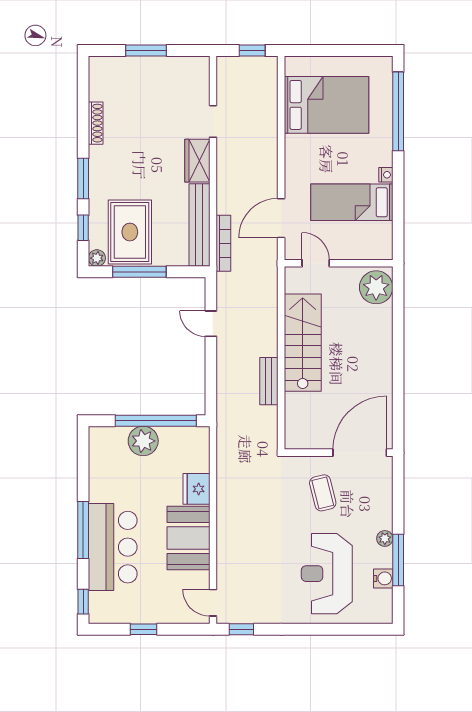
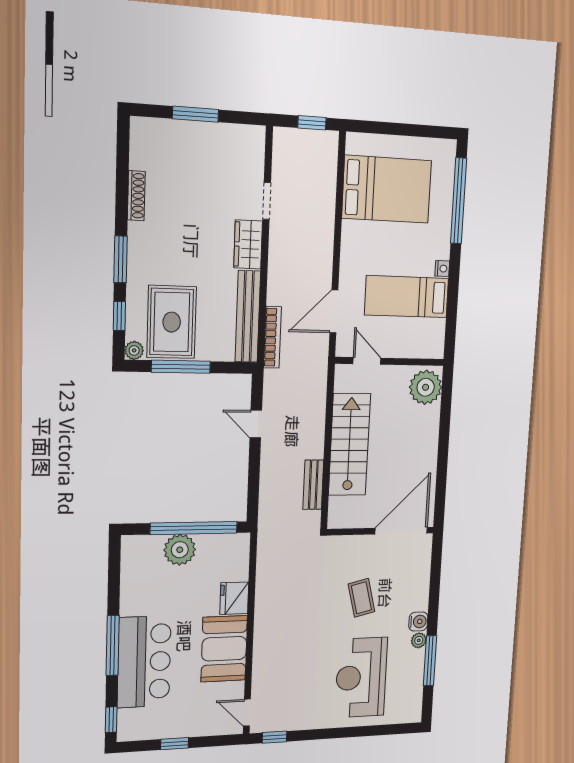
wall: (339, 453) -> (381, 531), moved
door: (360, 453) -> (401, 531), moved
water cooler: (383, 578) -> (418, 622), moved

